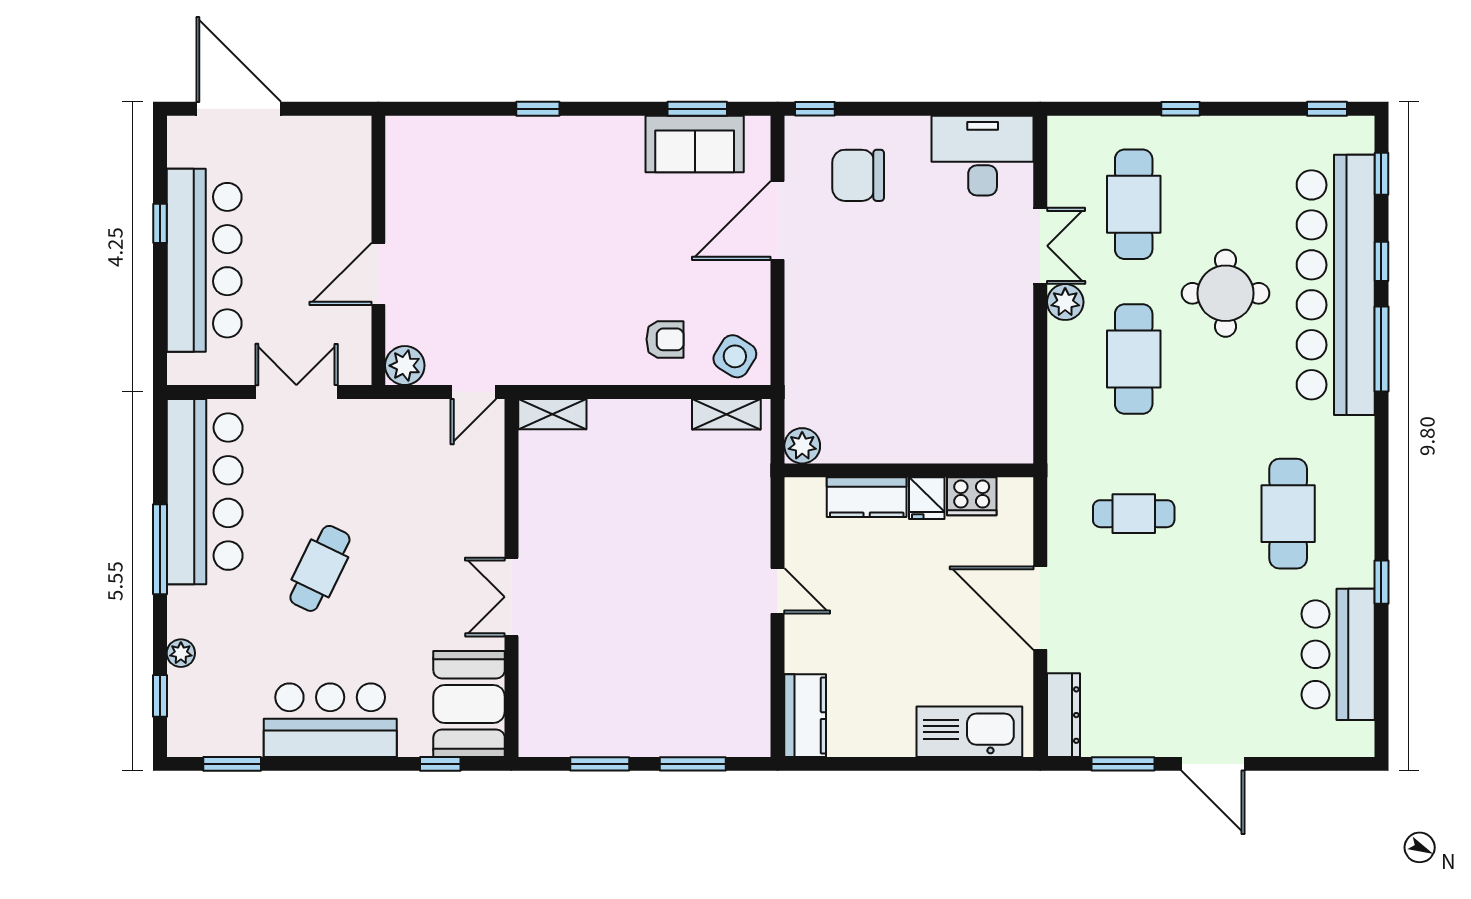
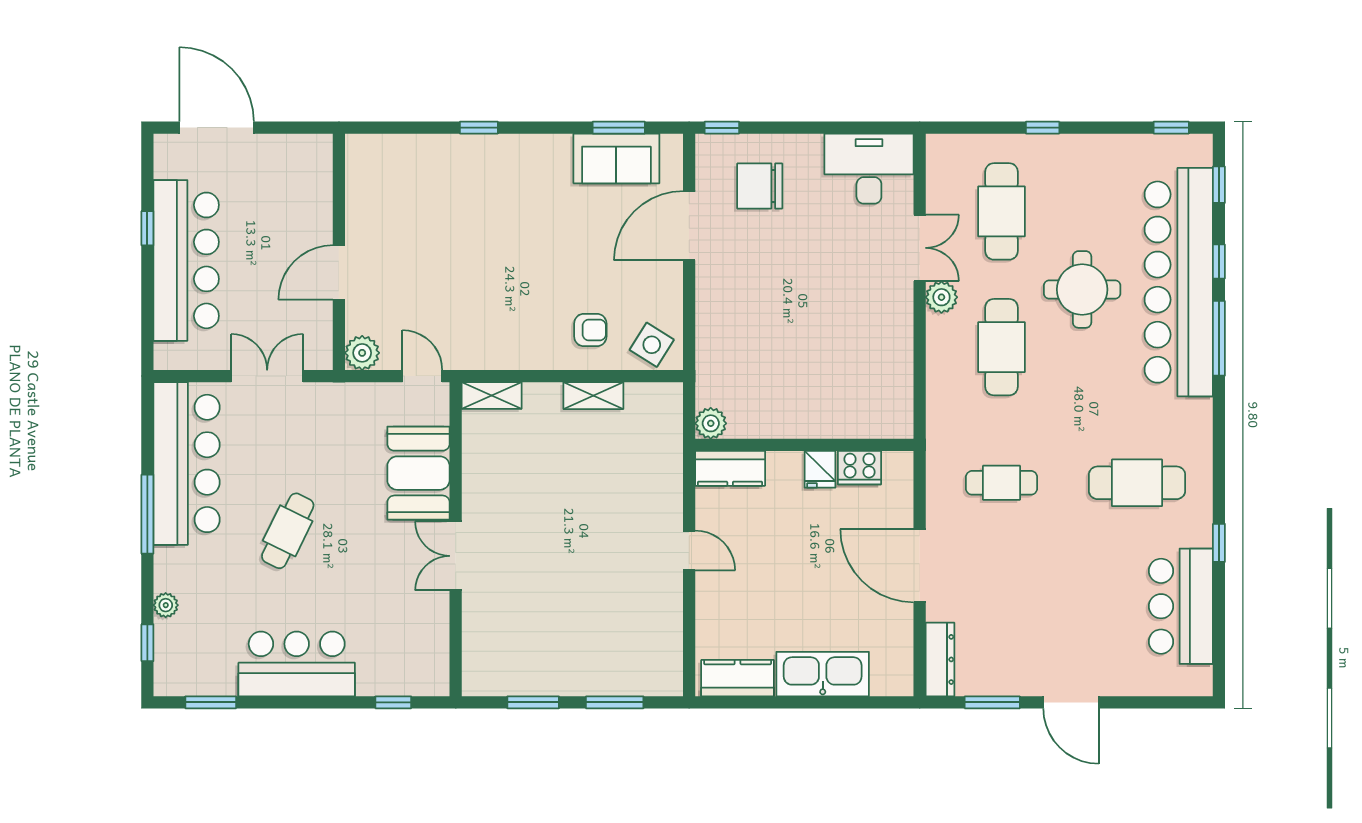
door: (473, 392) -> (422, 376), swing flipped
shelving: (726, 414) -> (593, 396), moved
kitchen counter: (867, 497) -> (730, 468), moved
cafe table: (1288, 514) -> (1137, 483), turned 90
booth: (469, 704) -> (418, 473), moved
kitchen counter: (805, 716) -> (738, 678), moved, turned -90
kitchen sink: (969, 732) -> (823, 674), moved

